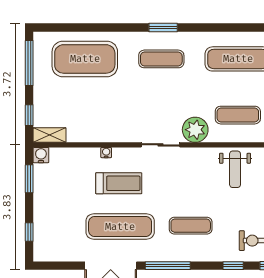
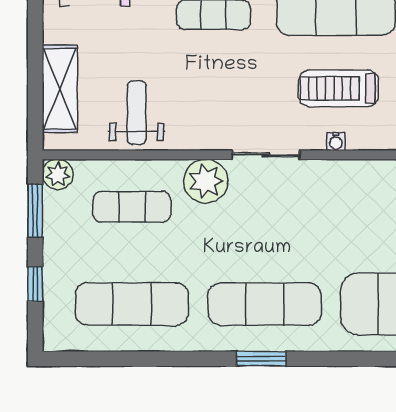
exercise mat: (161, 59) -> (265, 304), width x1.36, depth x1.45
water cooler: (106, 153) -> (336, 142), moved

